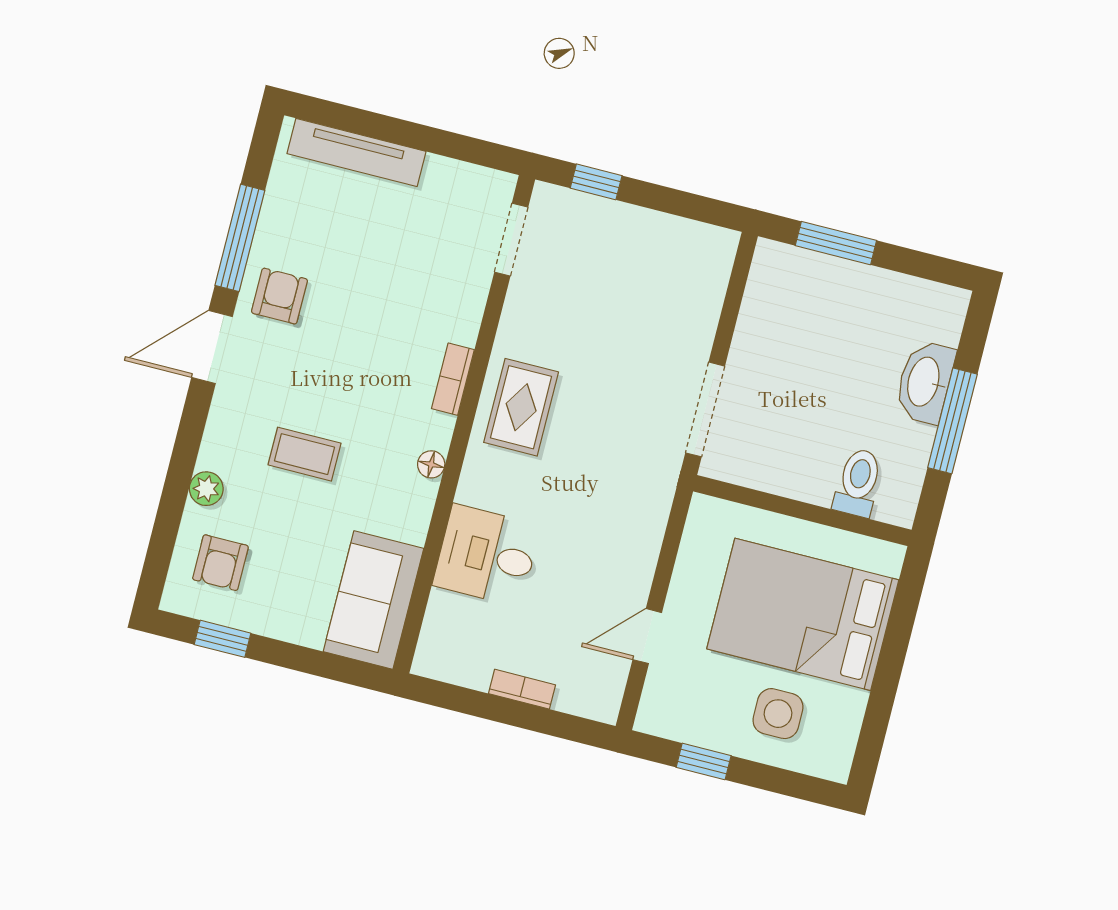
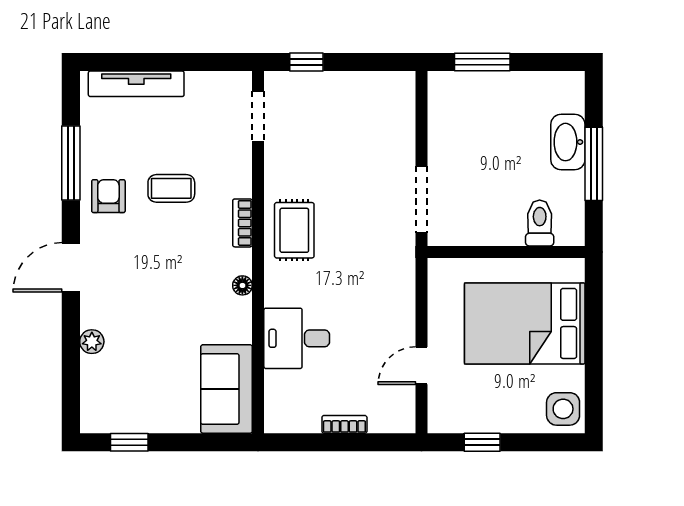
door: (212, 347) -> (71, 267), moved
coffee table: (305, 454) -> (171, 188), moved
armchair: (220, 563) -> (115, 390), removed
side table: (778, 714) -> (563, 409), moved

